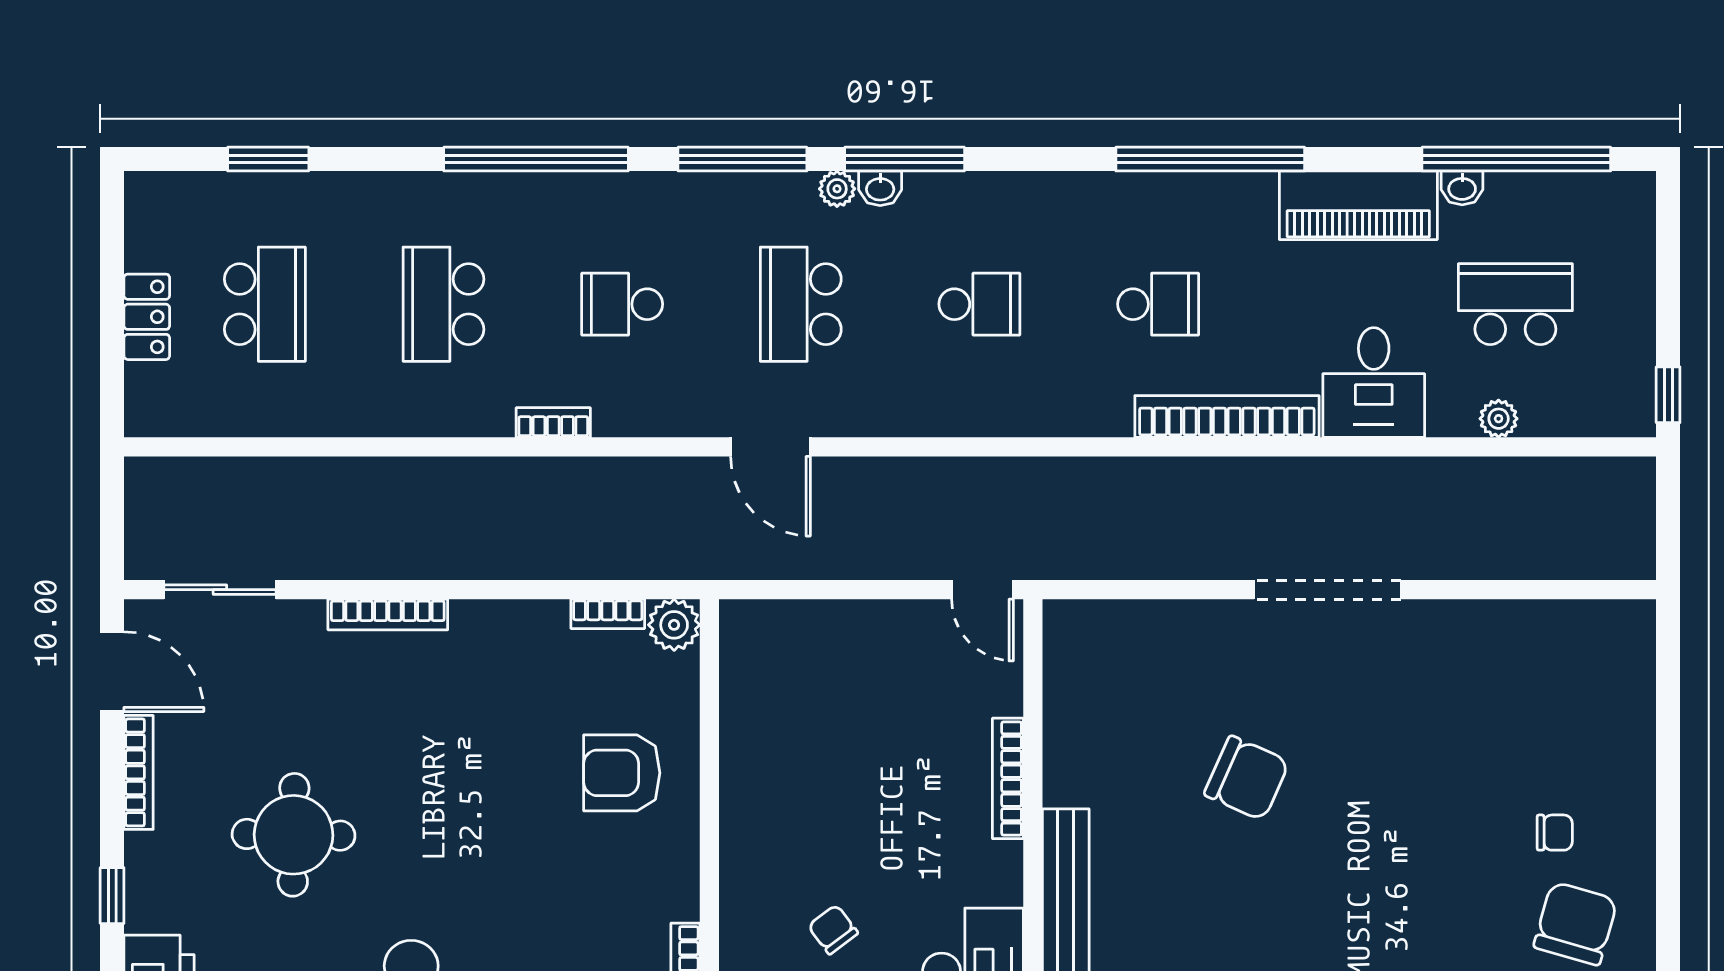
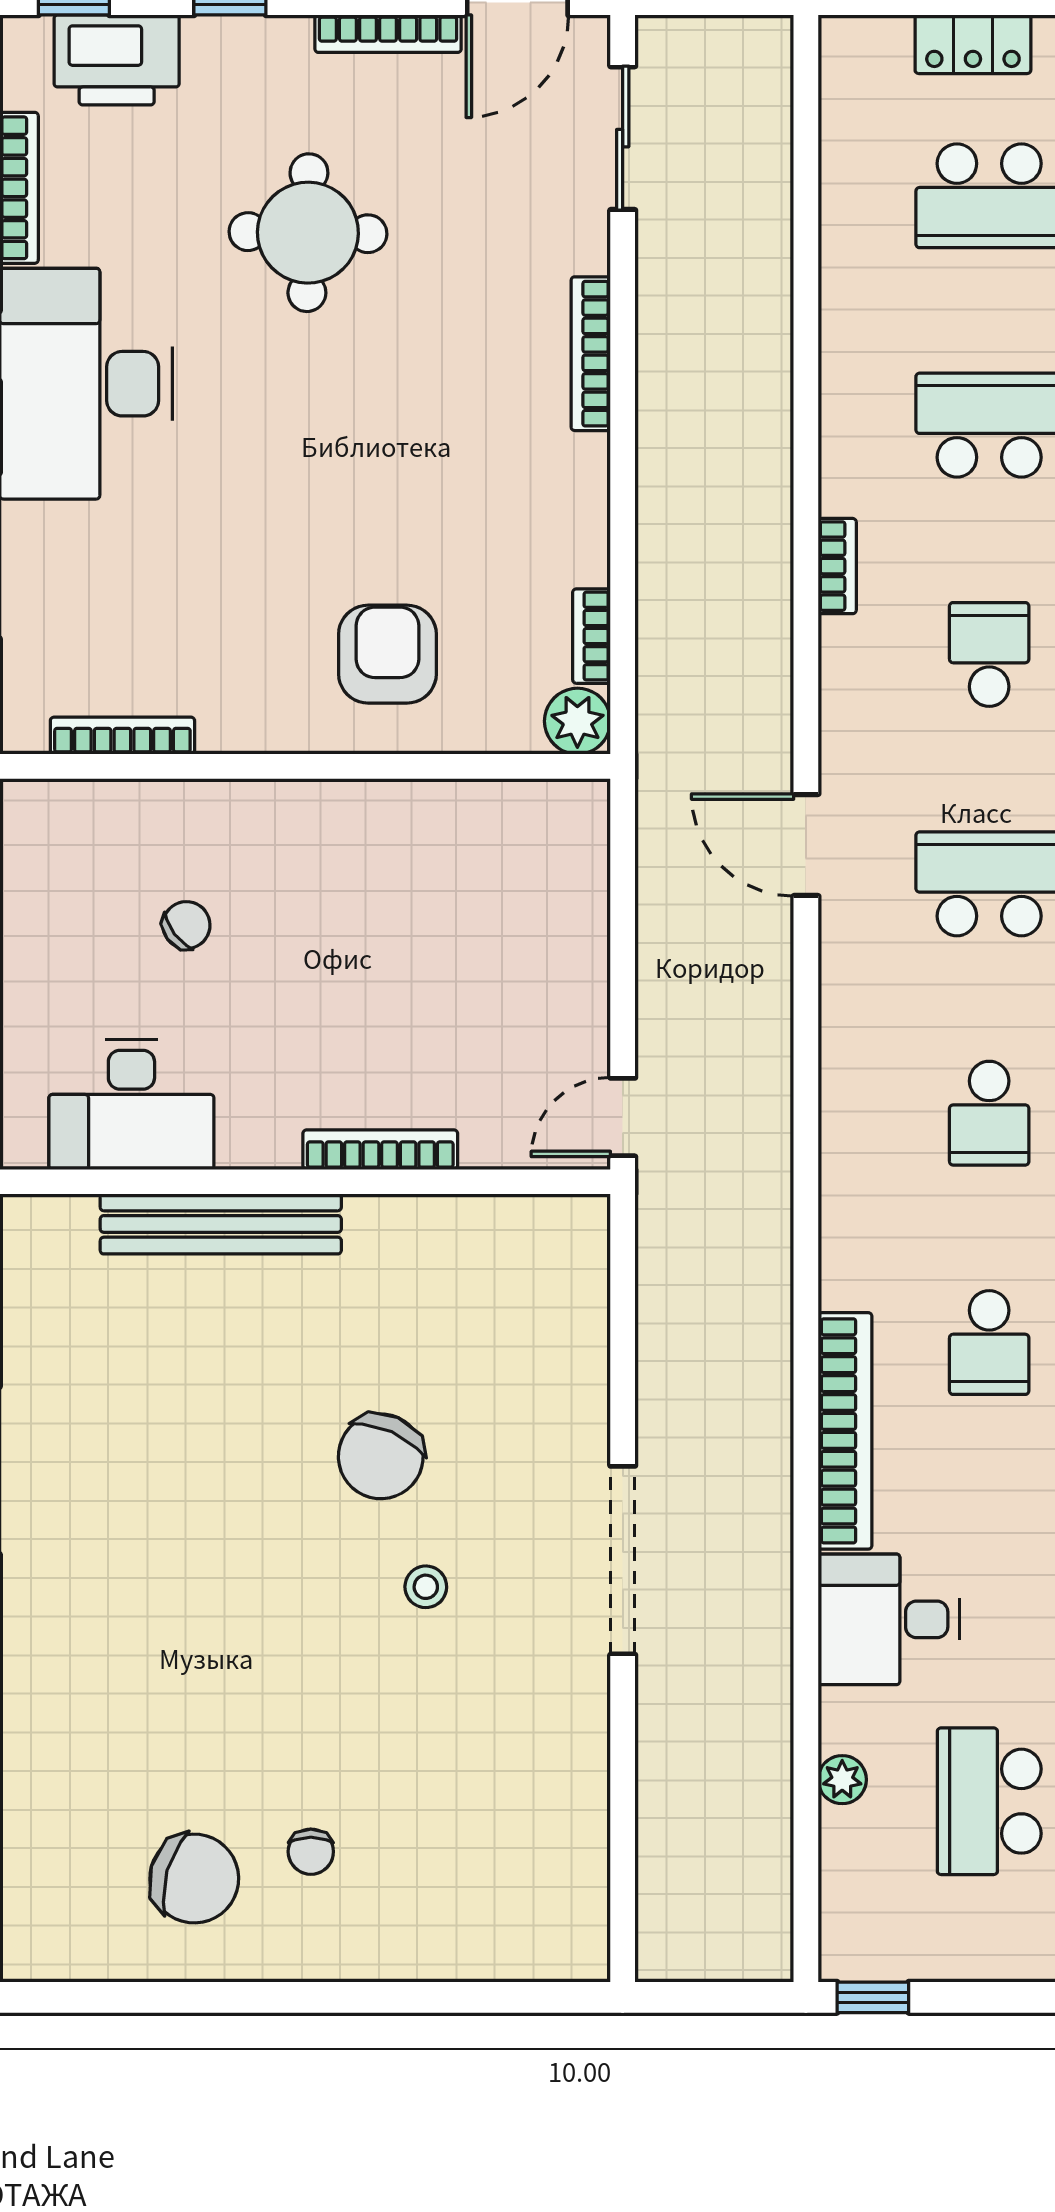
school desk: (1515, 304) -> (989, 1801), turned 180
door: (771, 447) -> (806, 845), hinge flipped
stool: (1348, 743) -> (426, 1587), added

